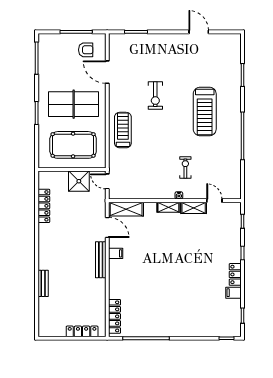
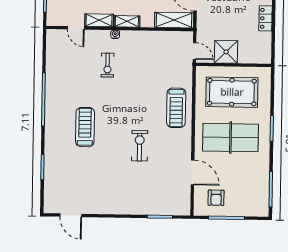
door: (199, 32) -> (71, 215), moved
armchair: (86, 50) -> (216, 198), turned -90
treadmill: (205, 112) -> (85, 127), width x0.73, depth x0.73
locker: (44, 206) -> (265, 18), width x0.66

